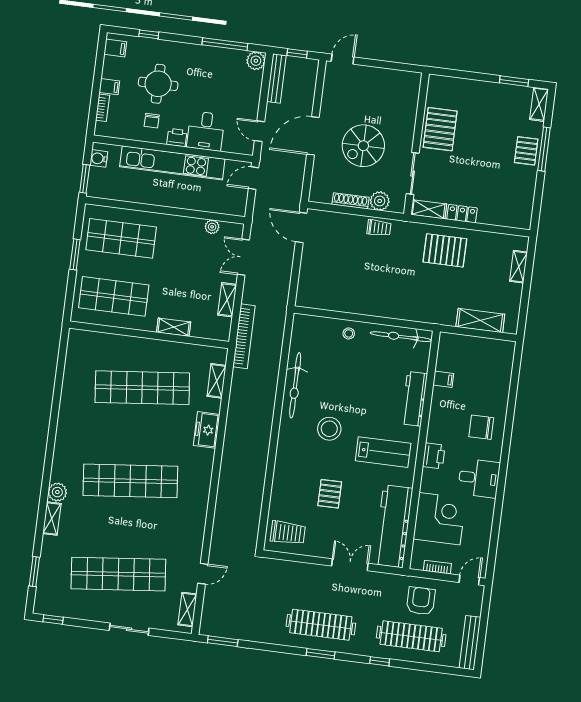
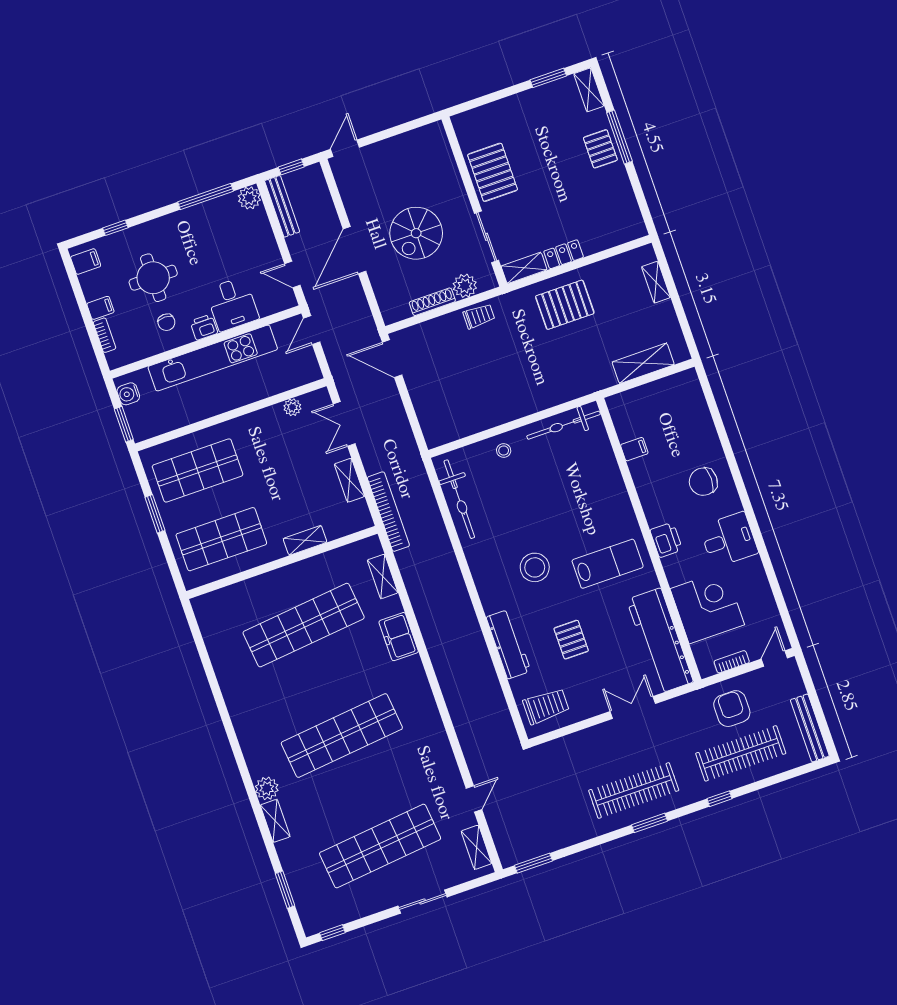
bicycle: (295, 385) -> (459, 499), moved
workbench: (414, 399) -> (508, 644), moved, turned 180

